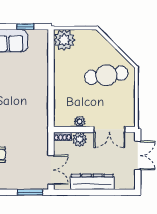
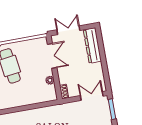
plant: (80, 139) -> (64, 78), removed
dresser: (92, 182) -> (92, 46), moved

